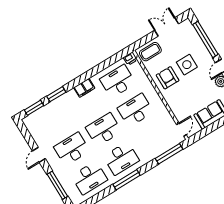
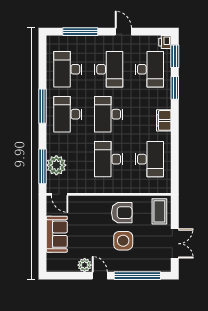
printer: (130, 59) -> (165, 42), moved
desk: (135, 110) -> (109, 159), turned 180
desk: (54, 120) -> (149, 69), added
desk: (104, 130) -> (109, 114), turned 180
plant: (162, 145) -> (56, 165), added

